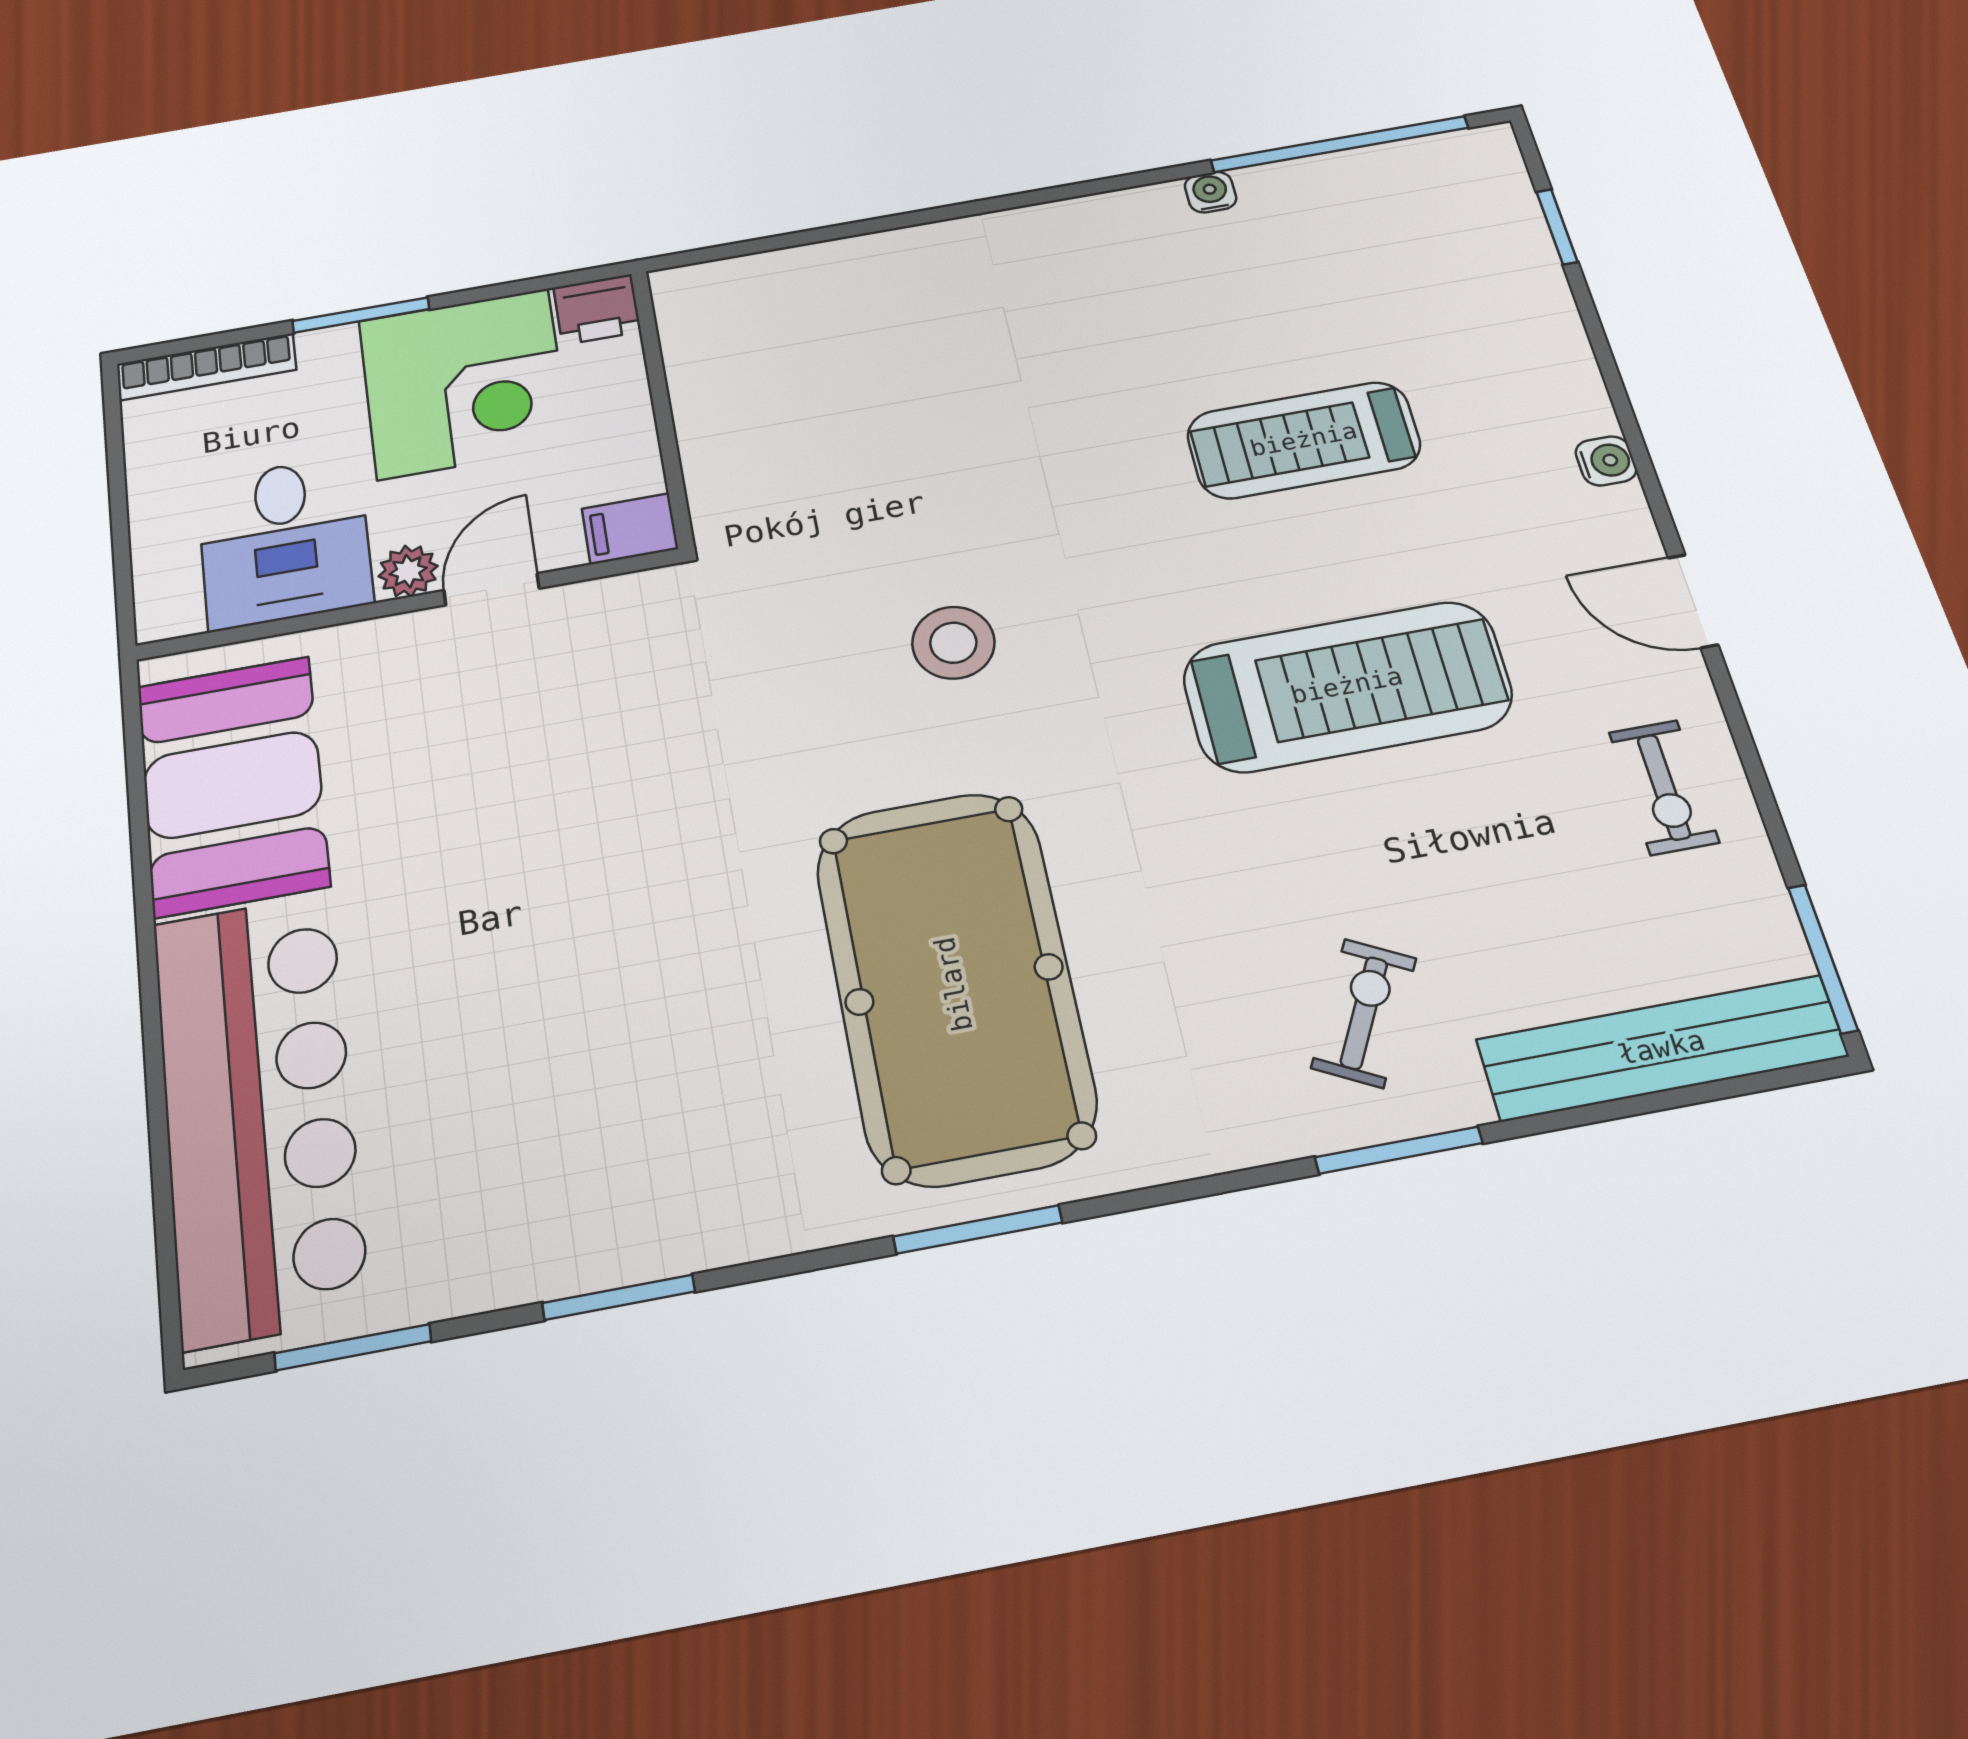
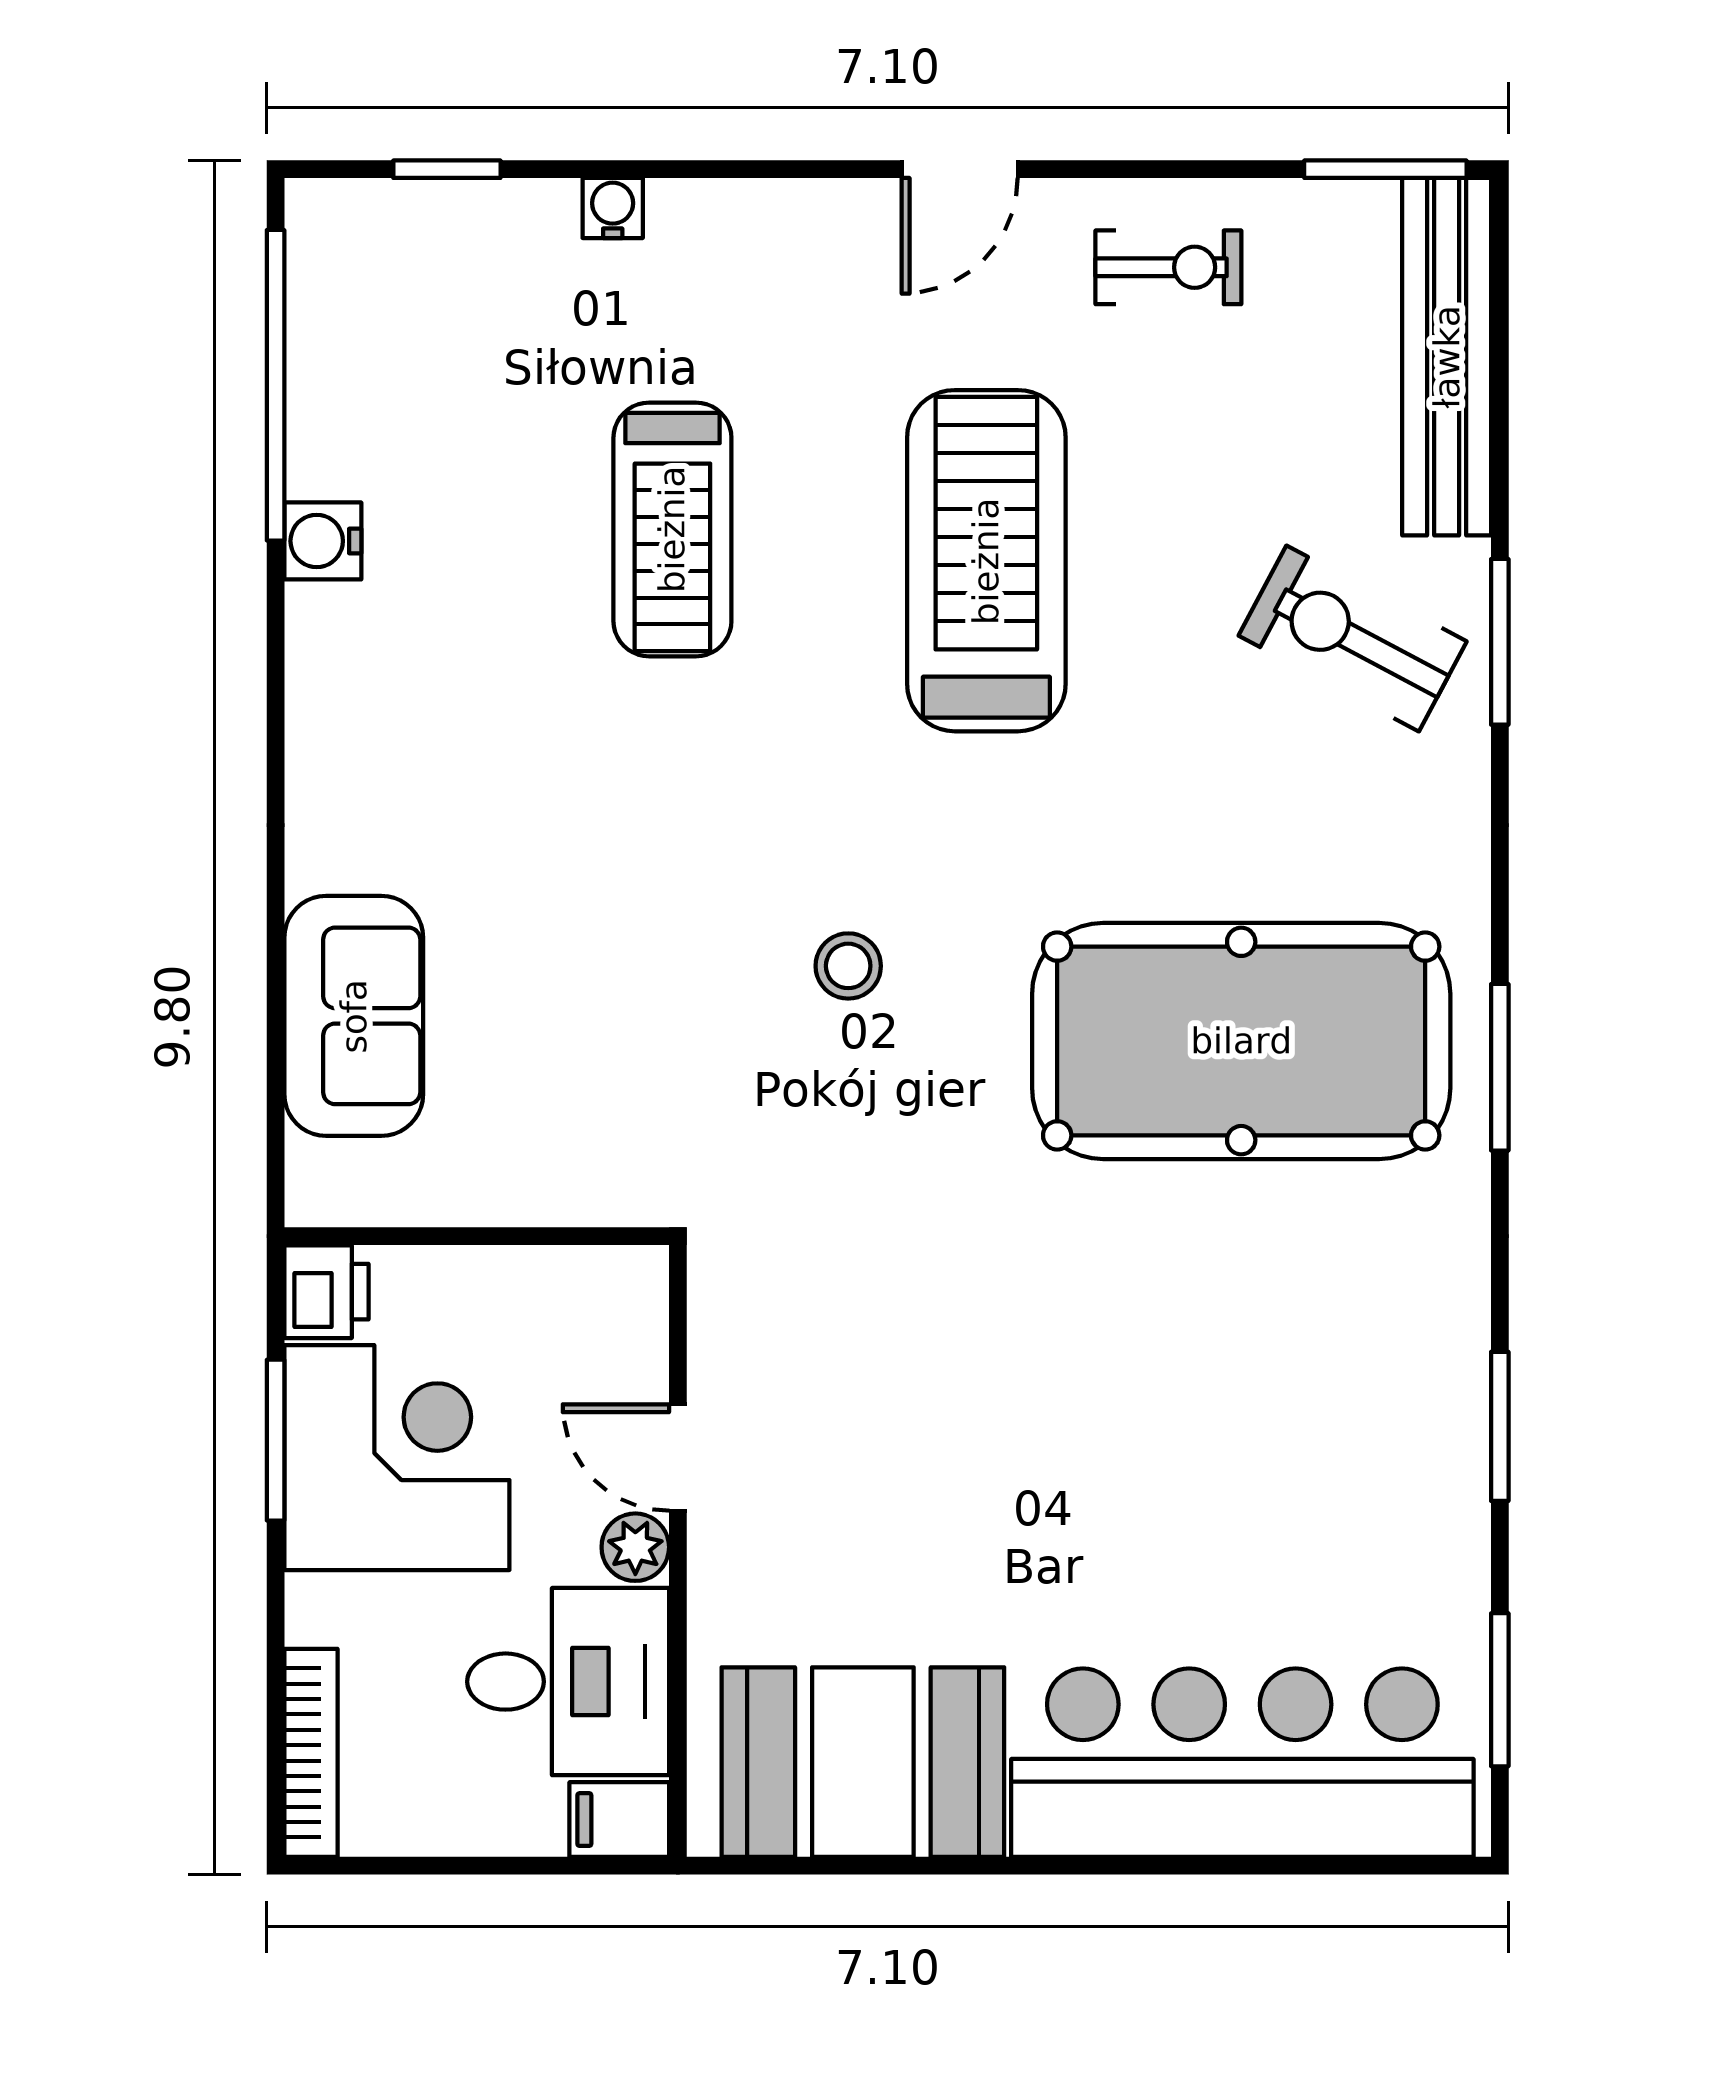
water cooler: (1211, 192) -> (323, 541), width x1.38, depth x1.38
sofa: (832, 288) -> (354, 1016), added
window: (361, 315) -> (276, 1440), moved
water cooler: (1606, 461) -> (613, 208), moved
filing cabinet: (630, 529) -> (619, 1820), moved, turned 90
stool: (953, 643) -> (848, 966), width x0.73, depth x0.73
exercise bike: (1364, 1013) -> (1353, 639), width x1.38, depth x1.39

